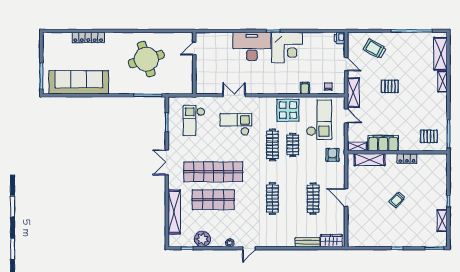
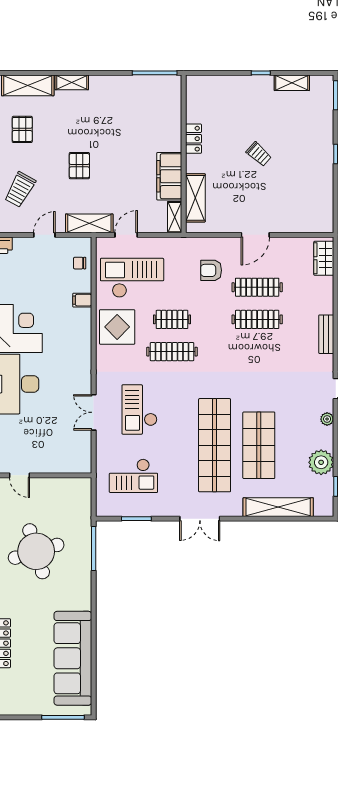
pallet: (429, 136) -> (22, 129), moved
armchair: (332, 155) -> (211, 270), moved
clothes rail: (272, 199) -> (257, 319), moved
bench: (307, 242) -> (326, 334), moved

